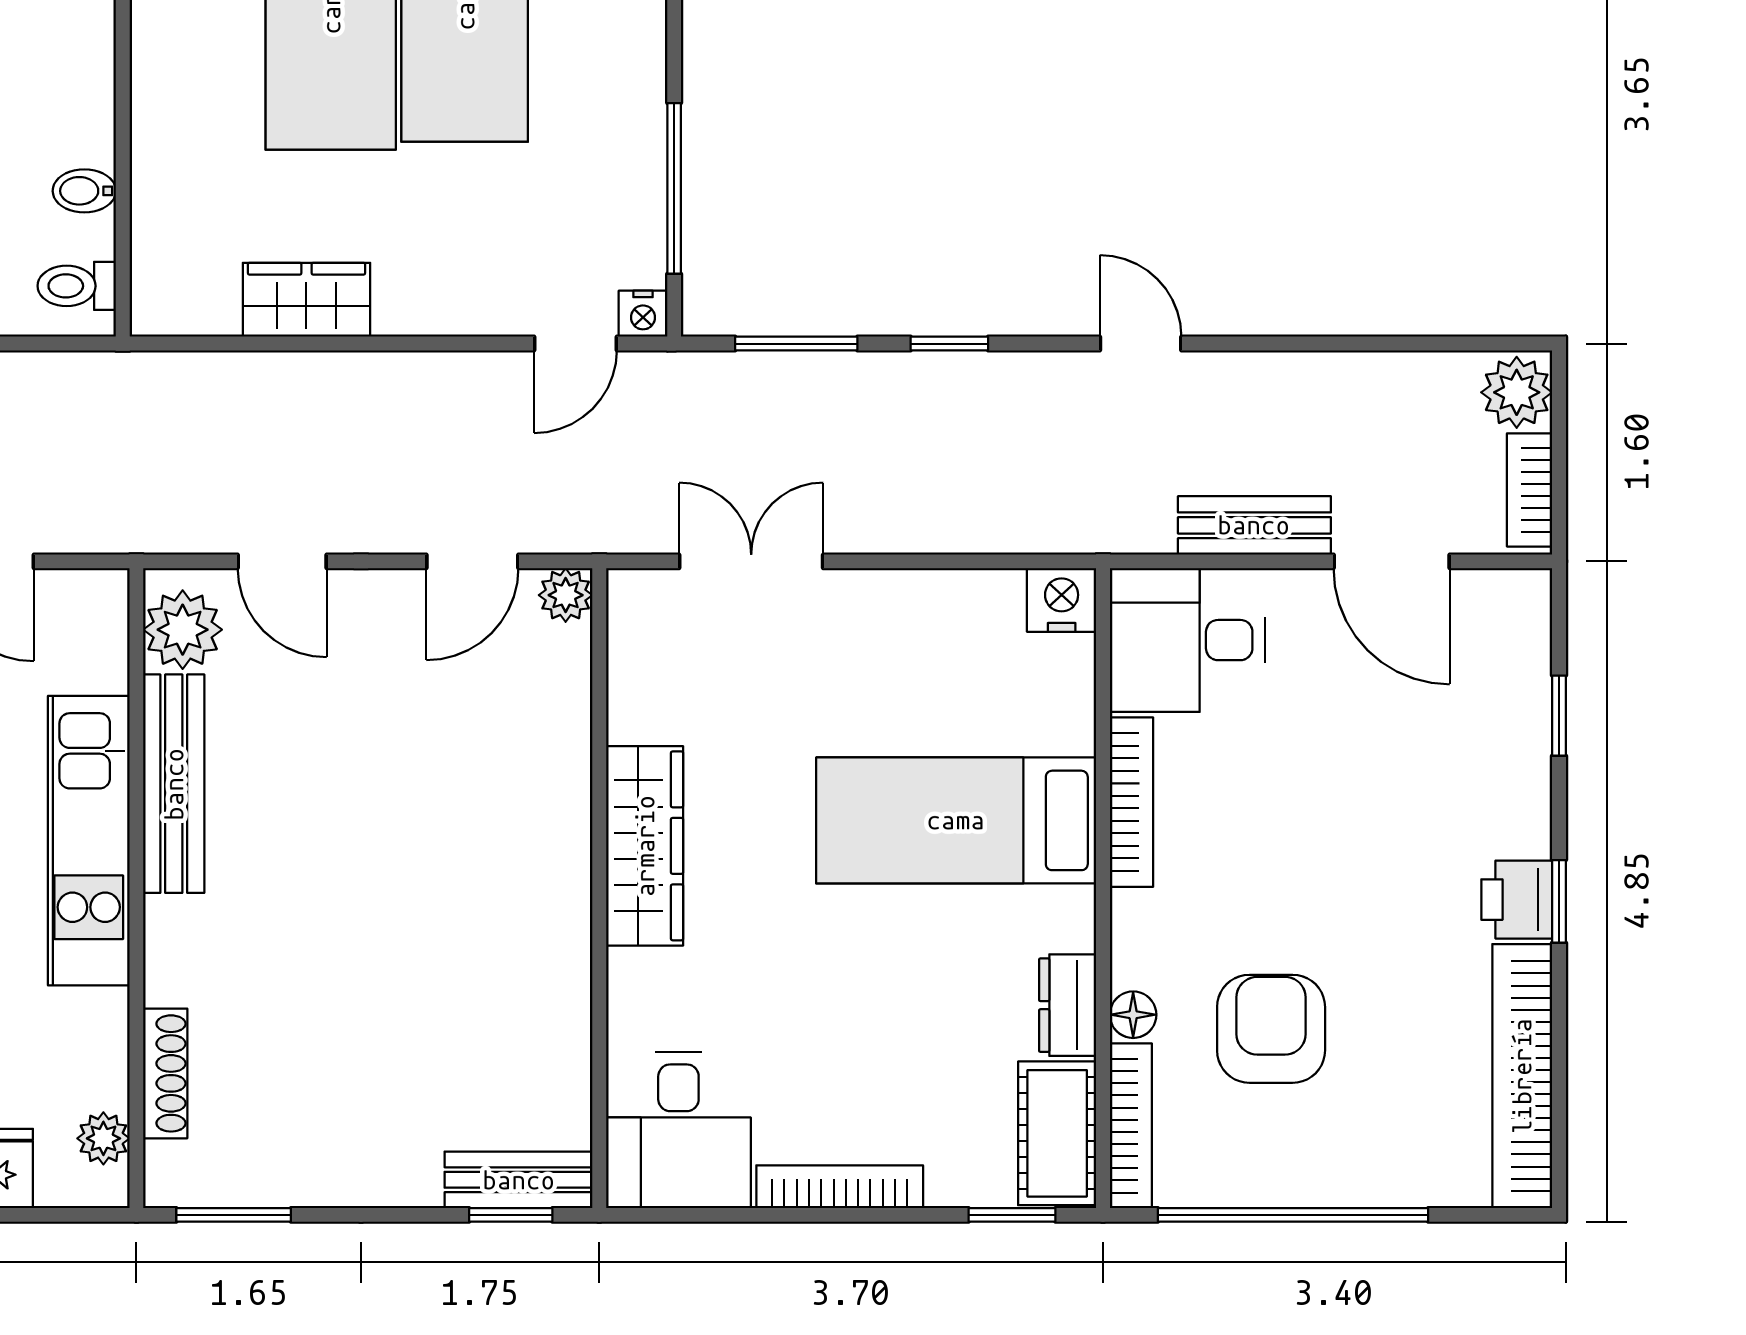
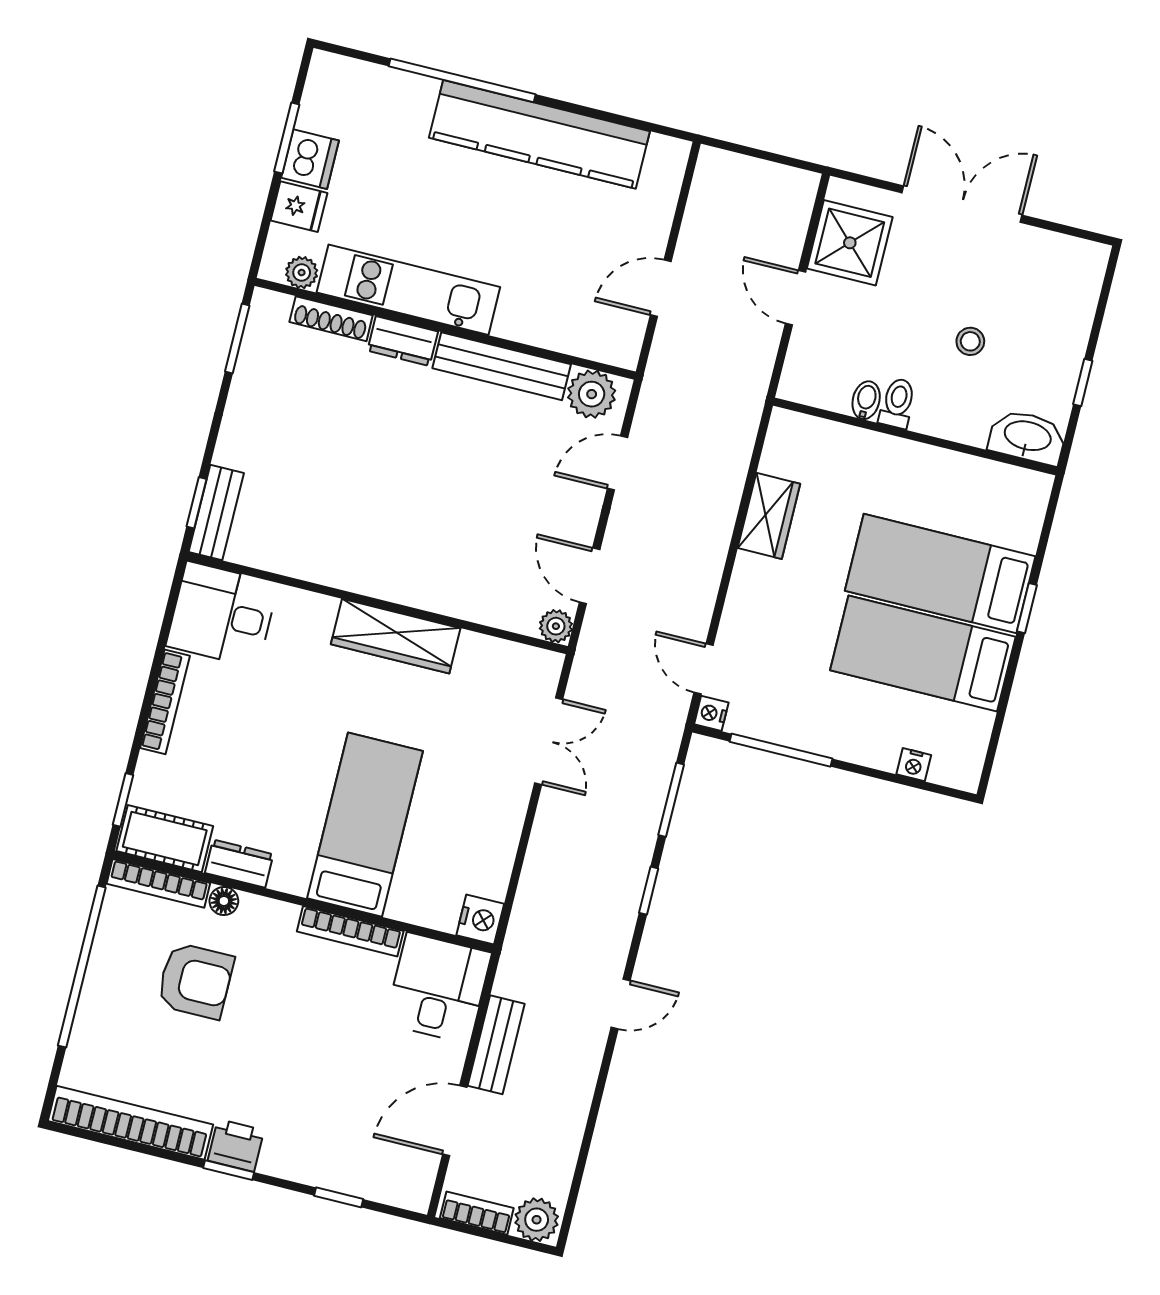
toilet: (77, 286) -> (897, 403), moved
kitchen unit: (89, 841) -> (408, 290), moved
dresser: (173, 951) -> (403, 341), added

